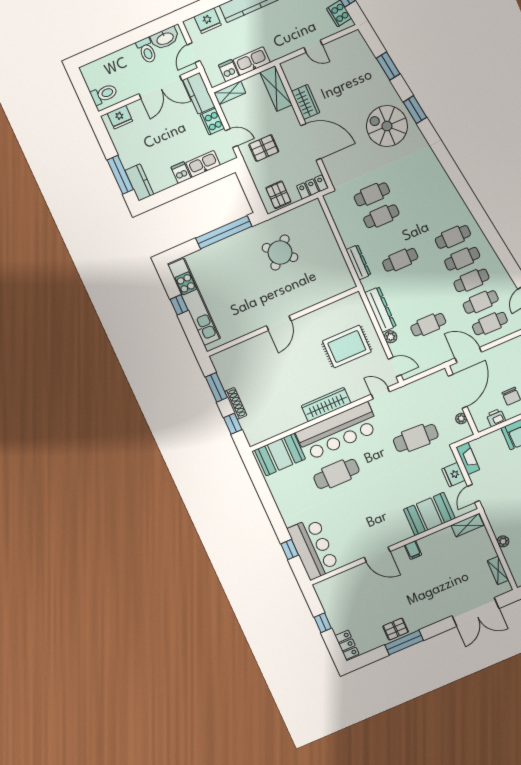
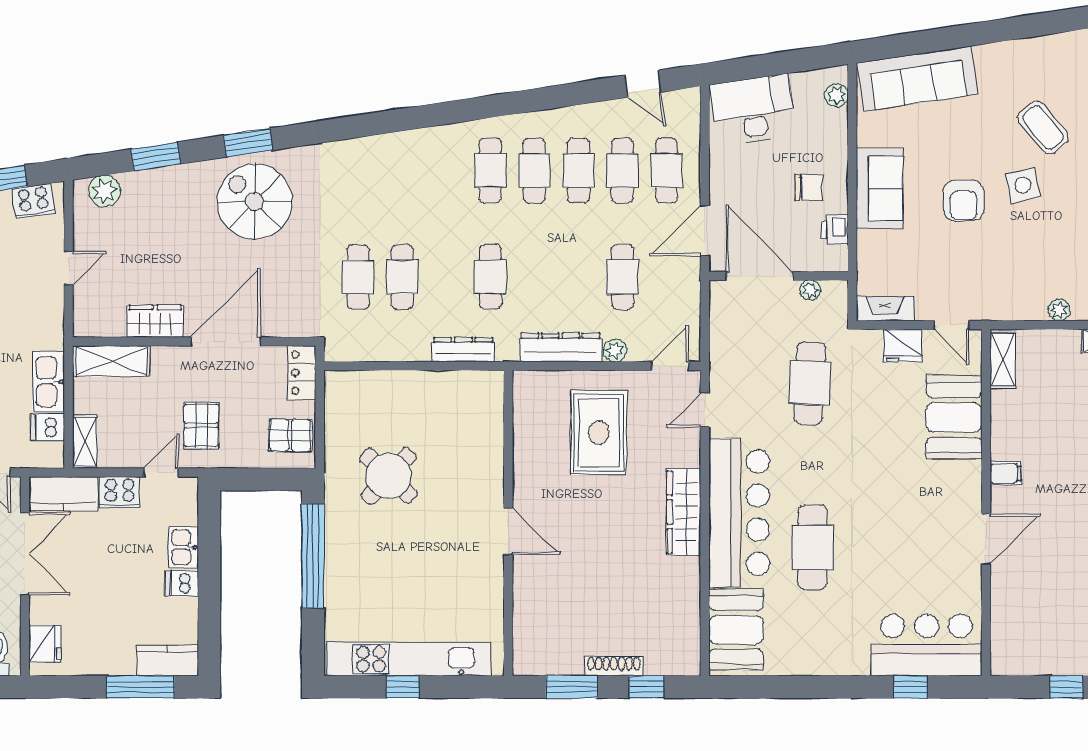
plant: (360, 48) -> (104, 191), added
spiral stairs: (387, 126) -> (255, 202), turned 90
kitchen sink: (203, 164) -> (183, 547), width x0.73

